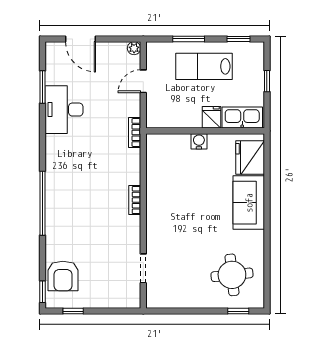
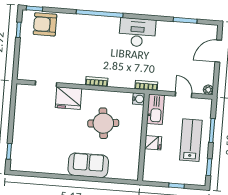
desk: (64, 110) -> (137, 32), moved
kitchen sink: (242, 118) -> (155, 109), moved
water cooler: (199, 141) -> (139, 99), moved
fridge: (250, 157) -> (68, 98), moved, turned 180
round table: (232, 275) -> (103, 123), moved

